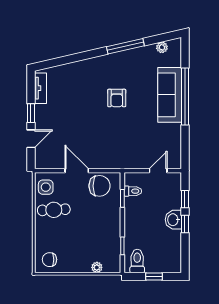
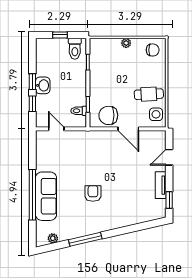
tv unit: (40, 88) -> (161, 185), moved
window: (31, 113) -> (169, 200), moved
door: (158, 171) -> (56, 129), swing flipped
plant: (97, 267) -> (126, 43), moved

